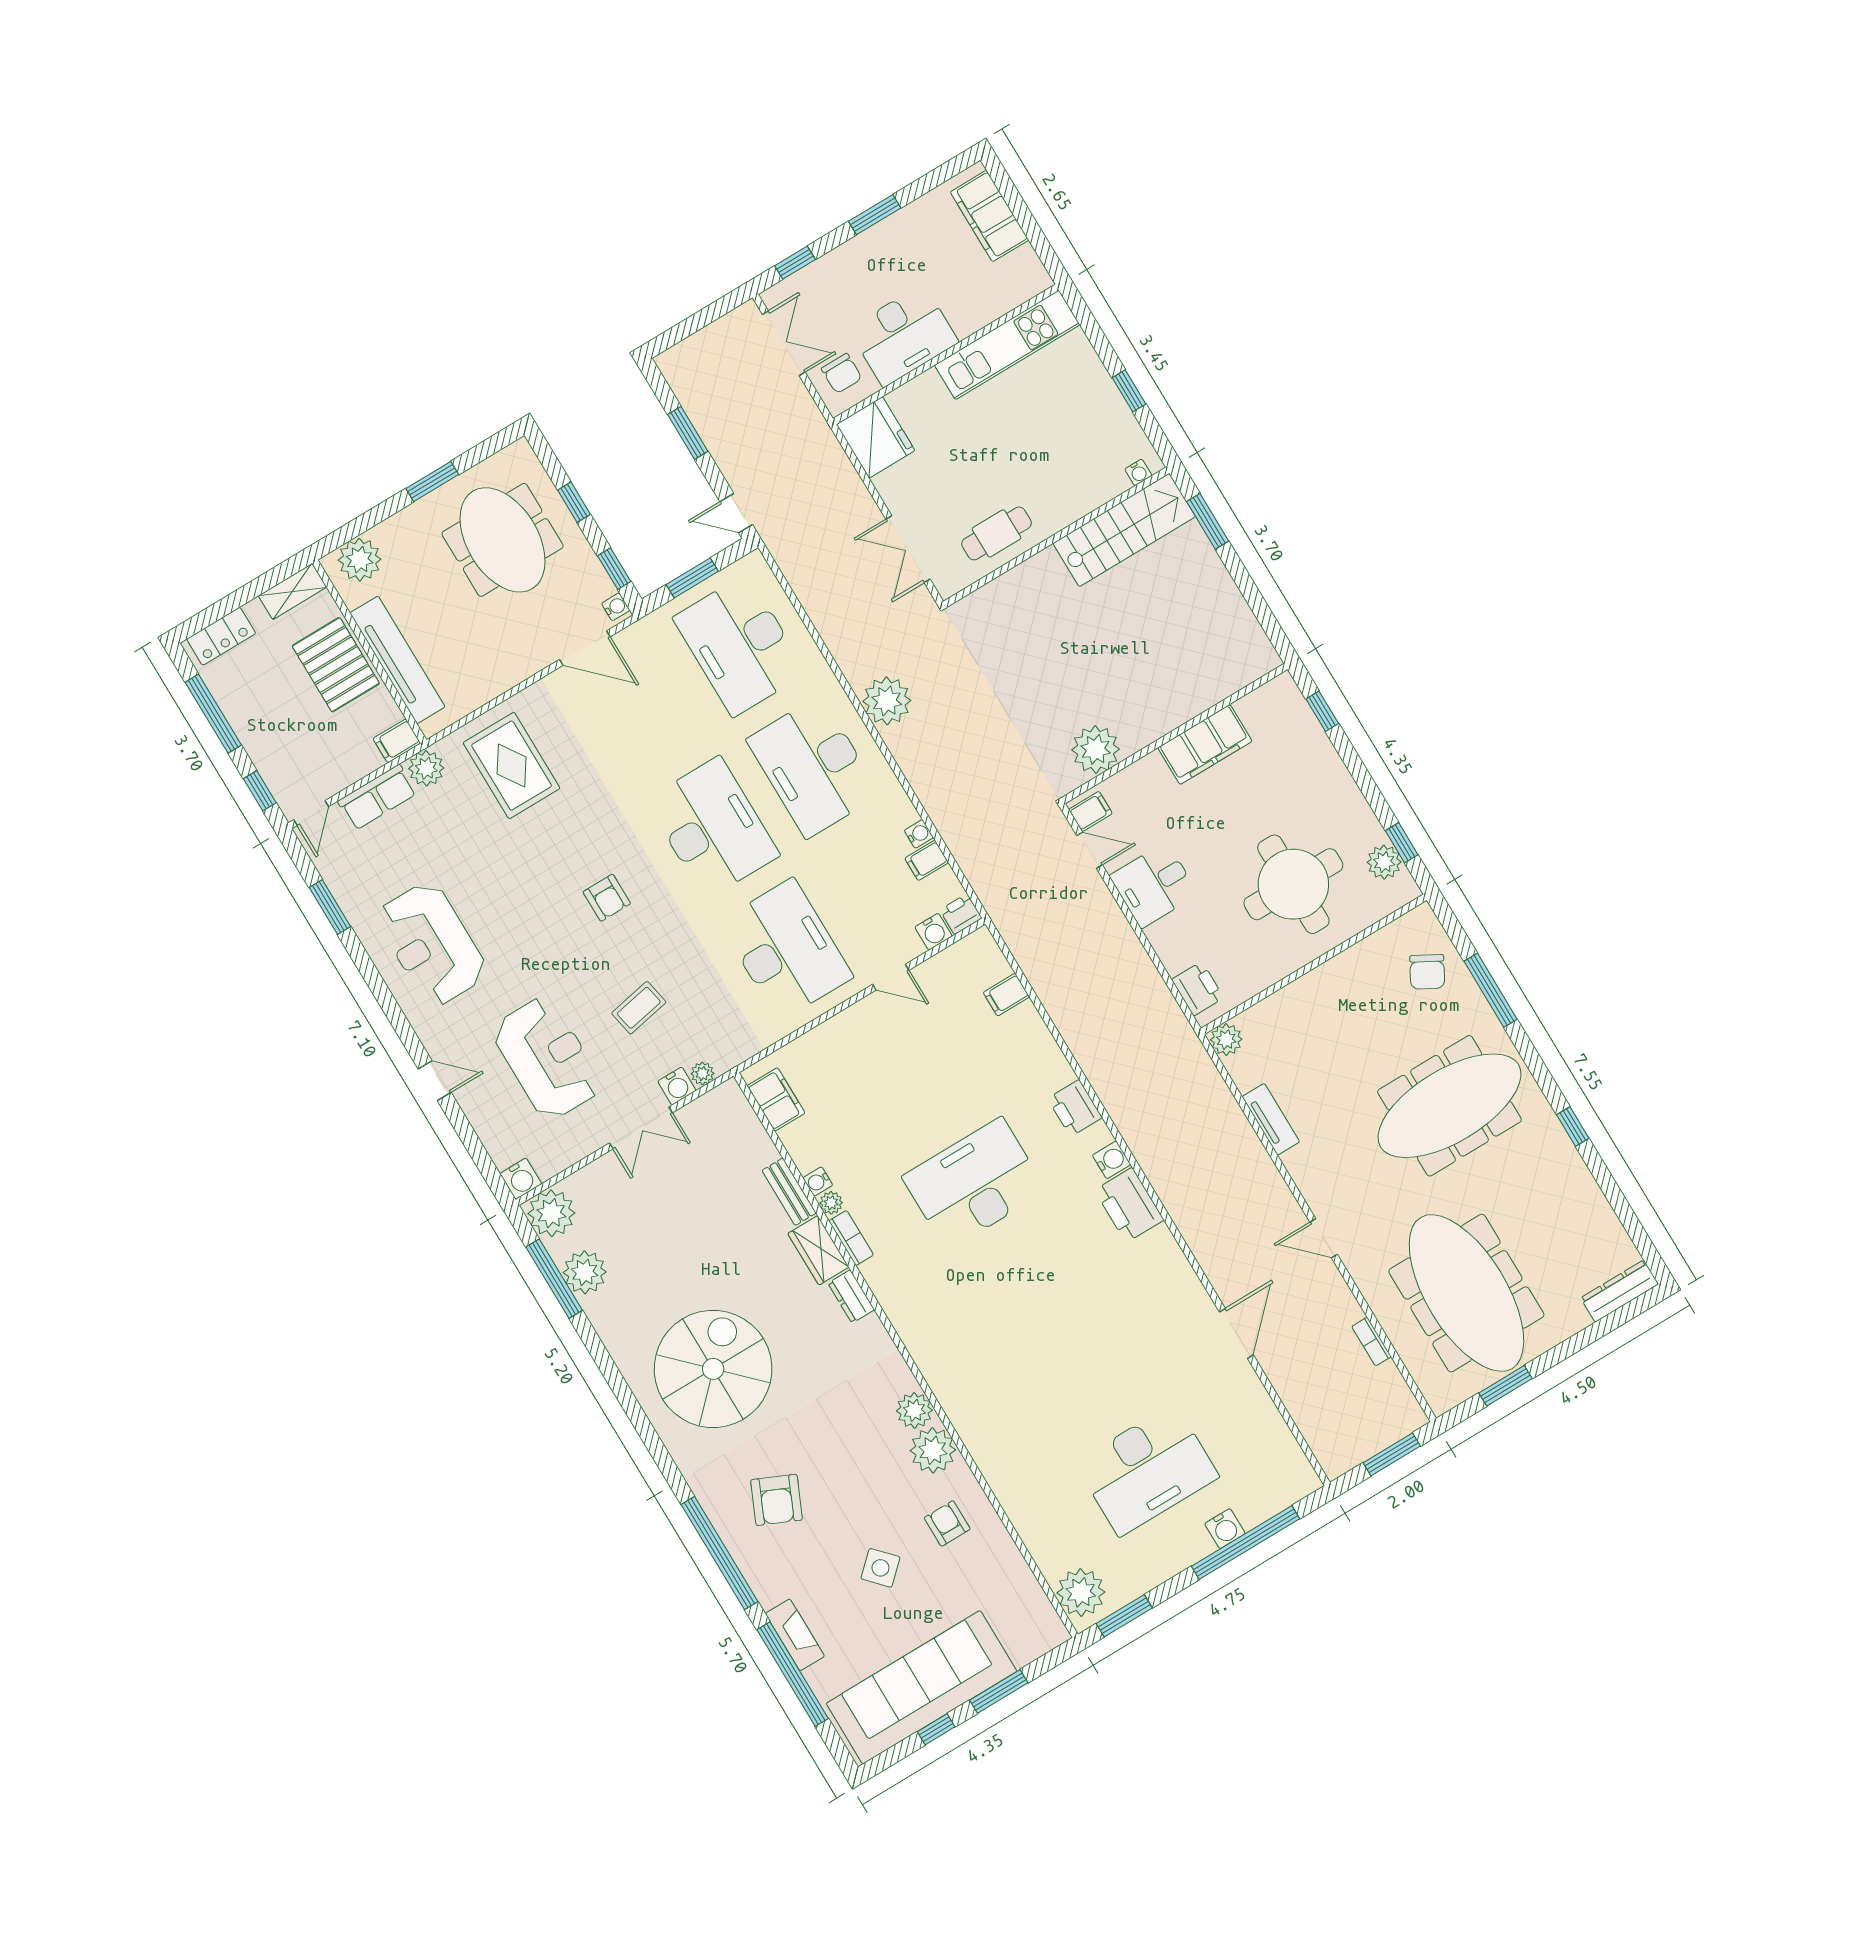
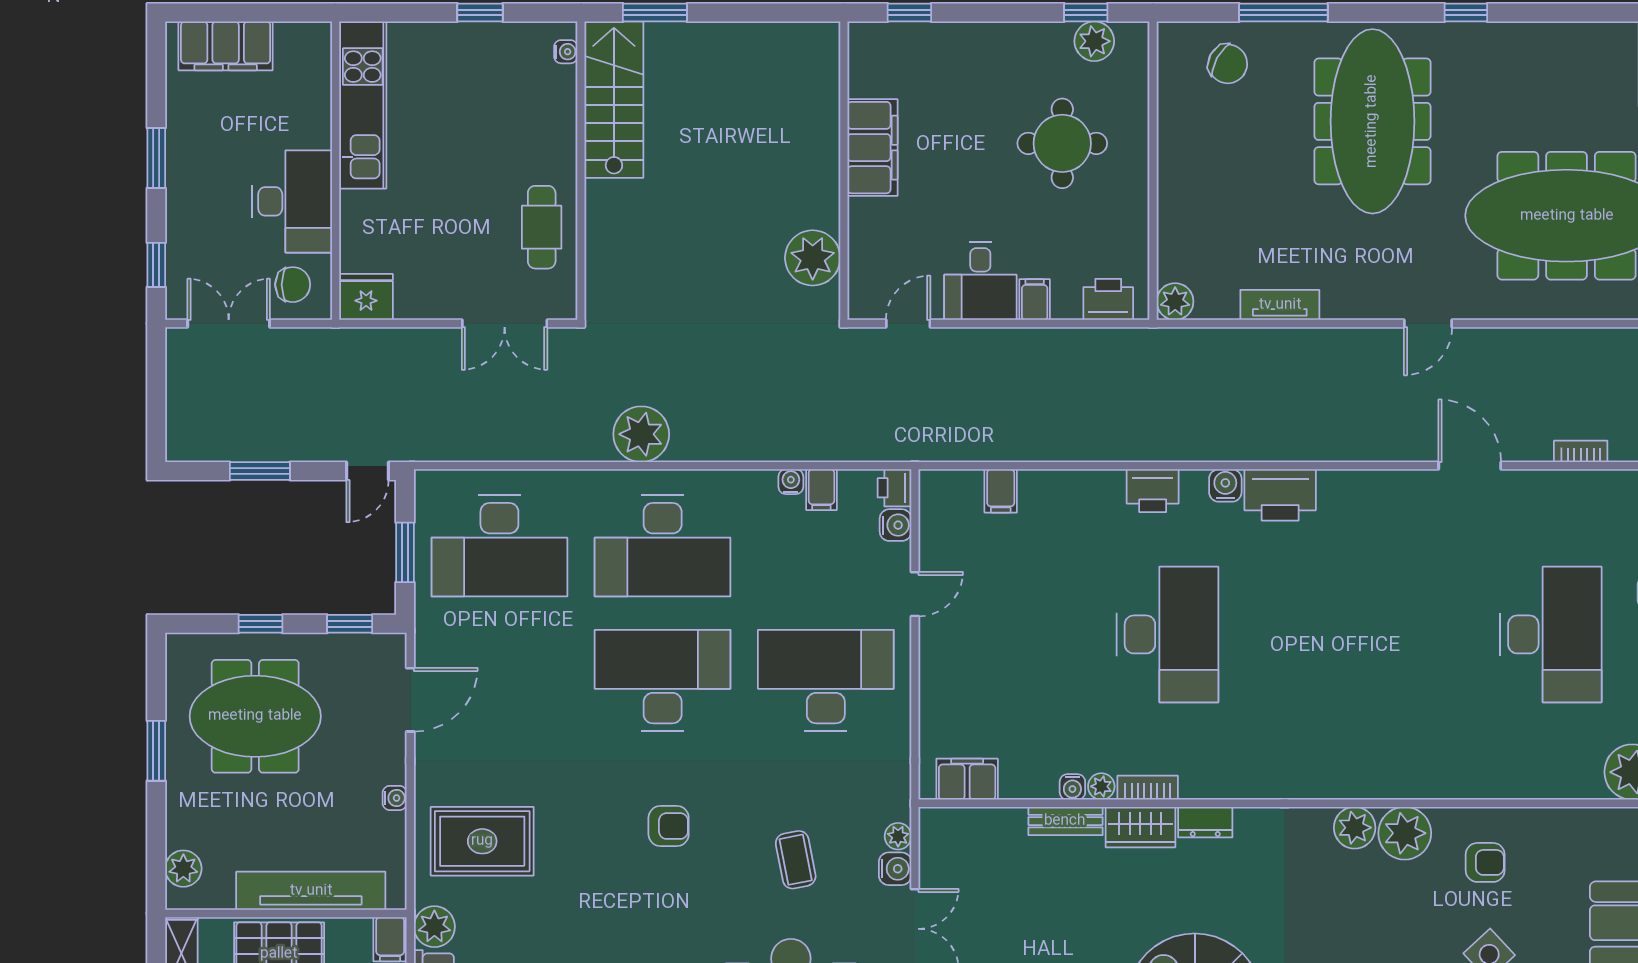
fridge: (876, 437) -> (366, 297), width x0.73, depth x0.75
plant: (360, 560) -> (183, 869), width x0.73, depth x0.73
water cooler: (616, 607) -> (395, 798), moved, turned 90
filing cabinet: (1091, 811) -> (1035, 300), moved
round table: (1293, 884) -> (1062, 143), width x0.73, depth x0.73
desk: (974, 1184) -> (1167, 634), turned 180
bookcase: (1371, 1342) -> (1581, 451), moved, turned 180
armchair: (947, 1523) -> (1485, 862), turned 180

